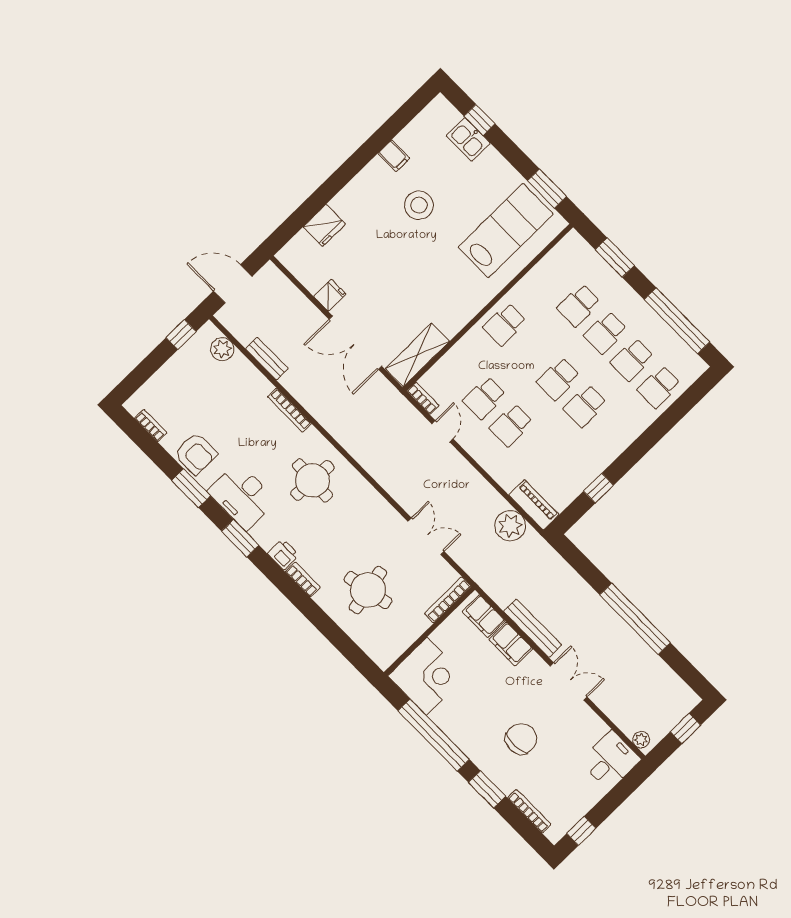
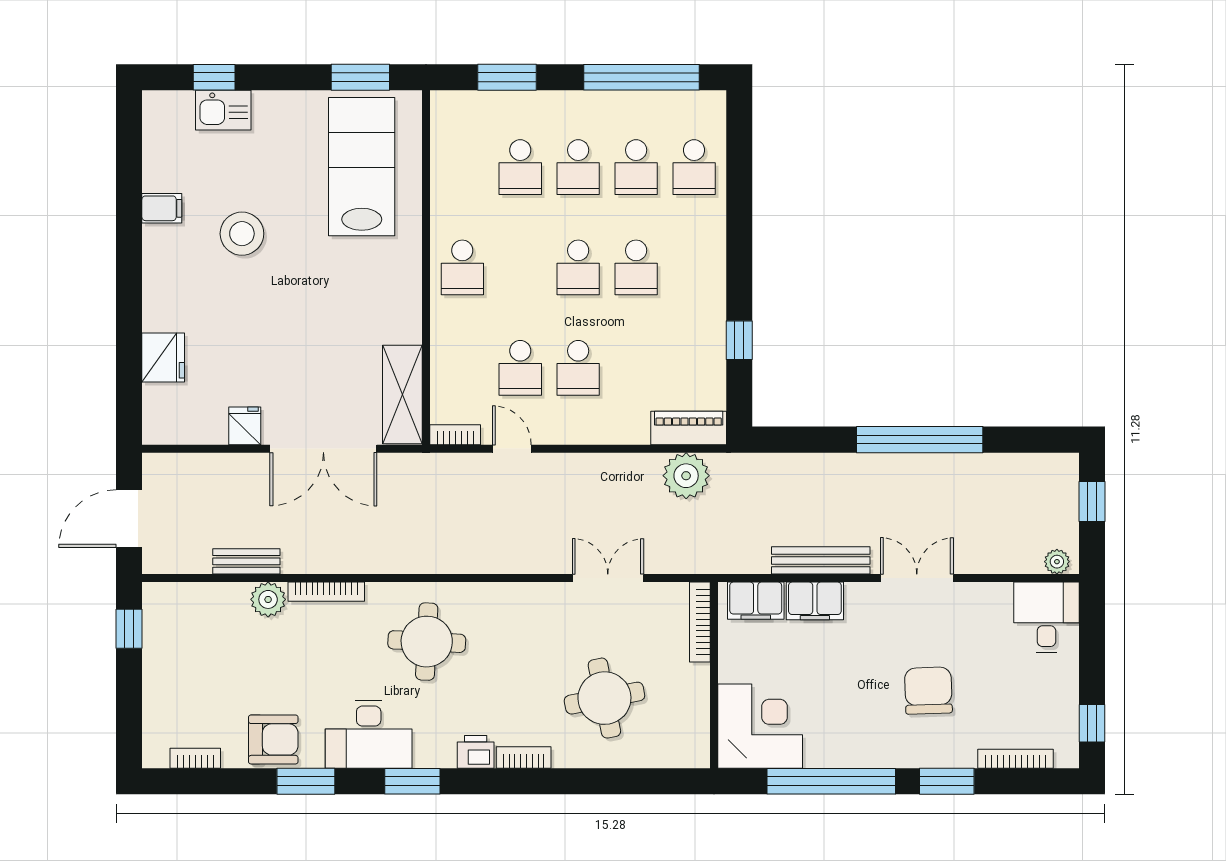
plant: (222, 349) -> (268, 599), moved

